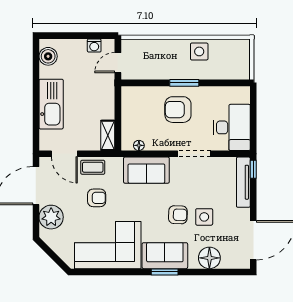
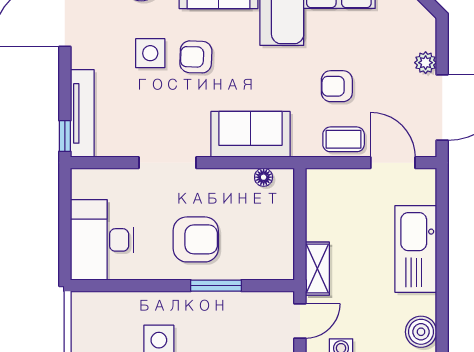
window: (184, 83) -> (216, 286), moved
desk: (232, 127) -> (102, 240), moved
shelving: (108, 135) -> (317, 269), moved
plant: (51, 217) -> (426, 63), width x0.53, depth x0.53

